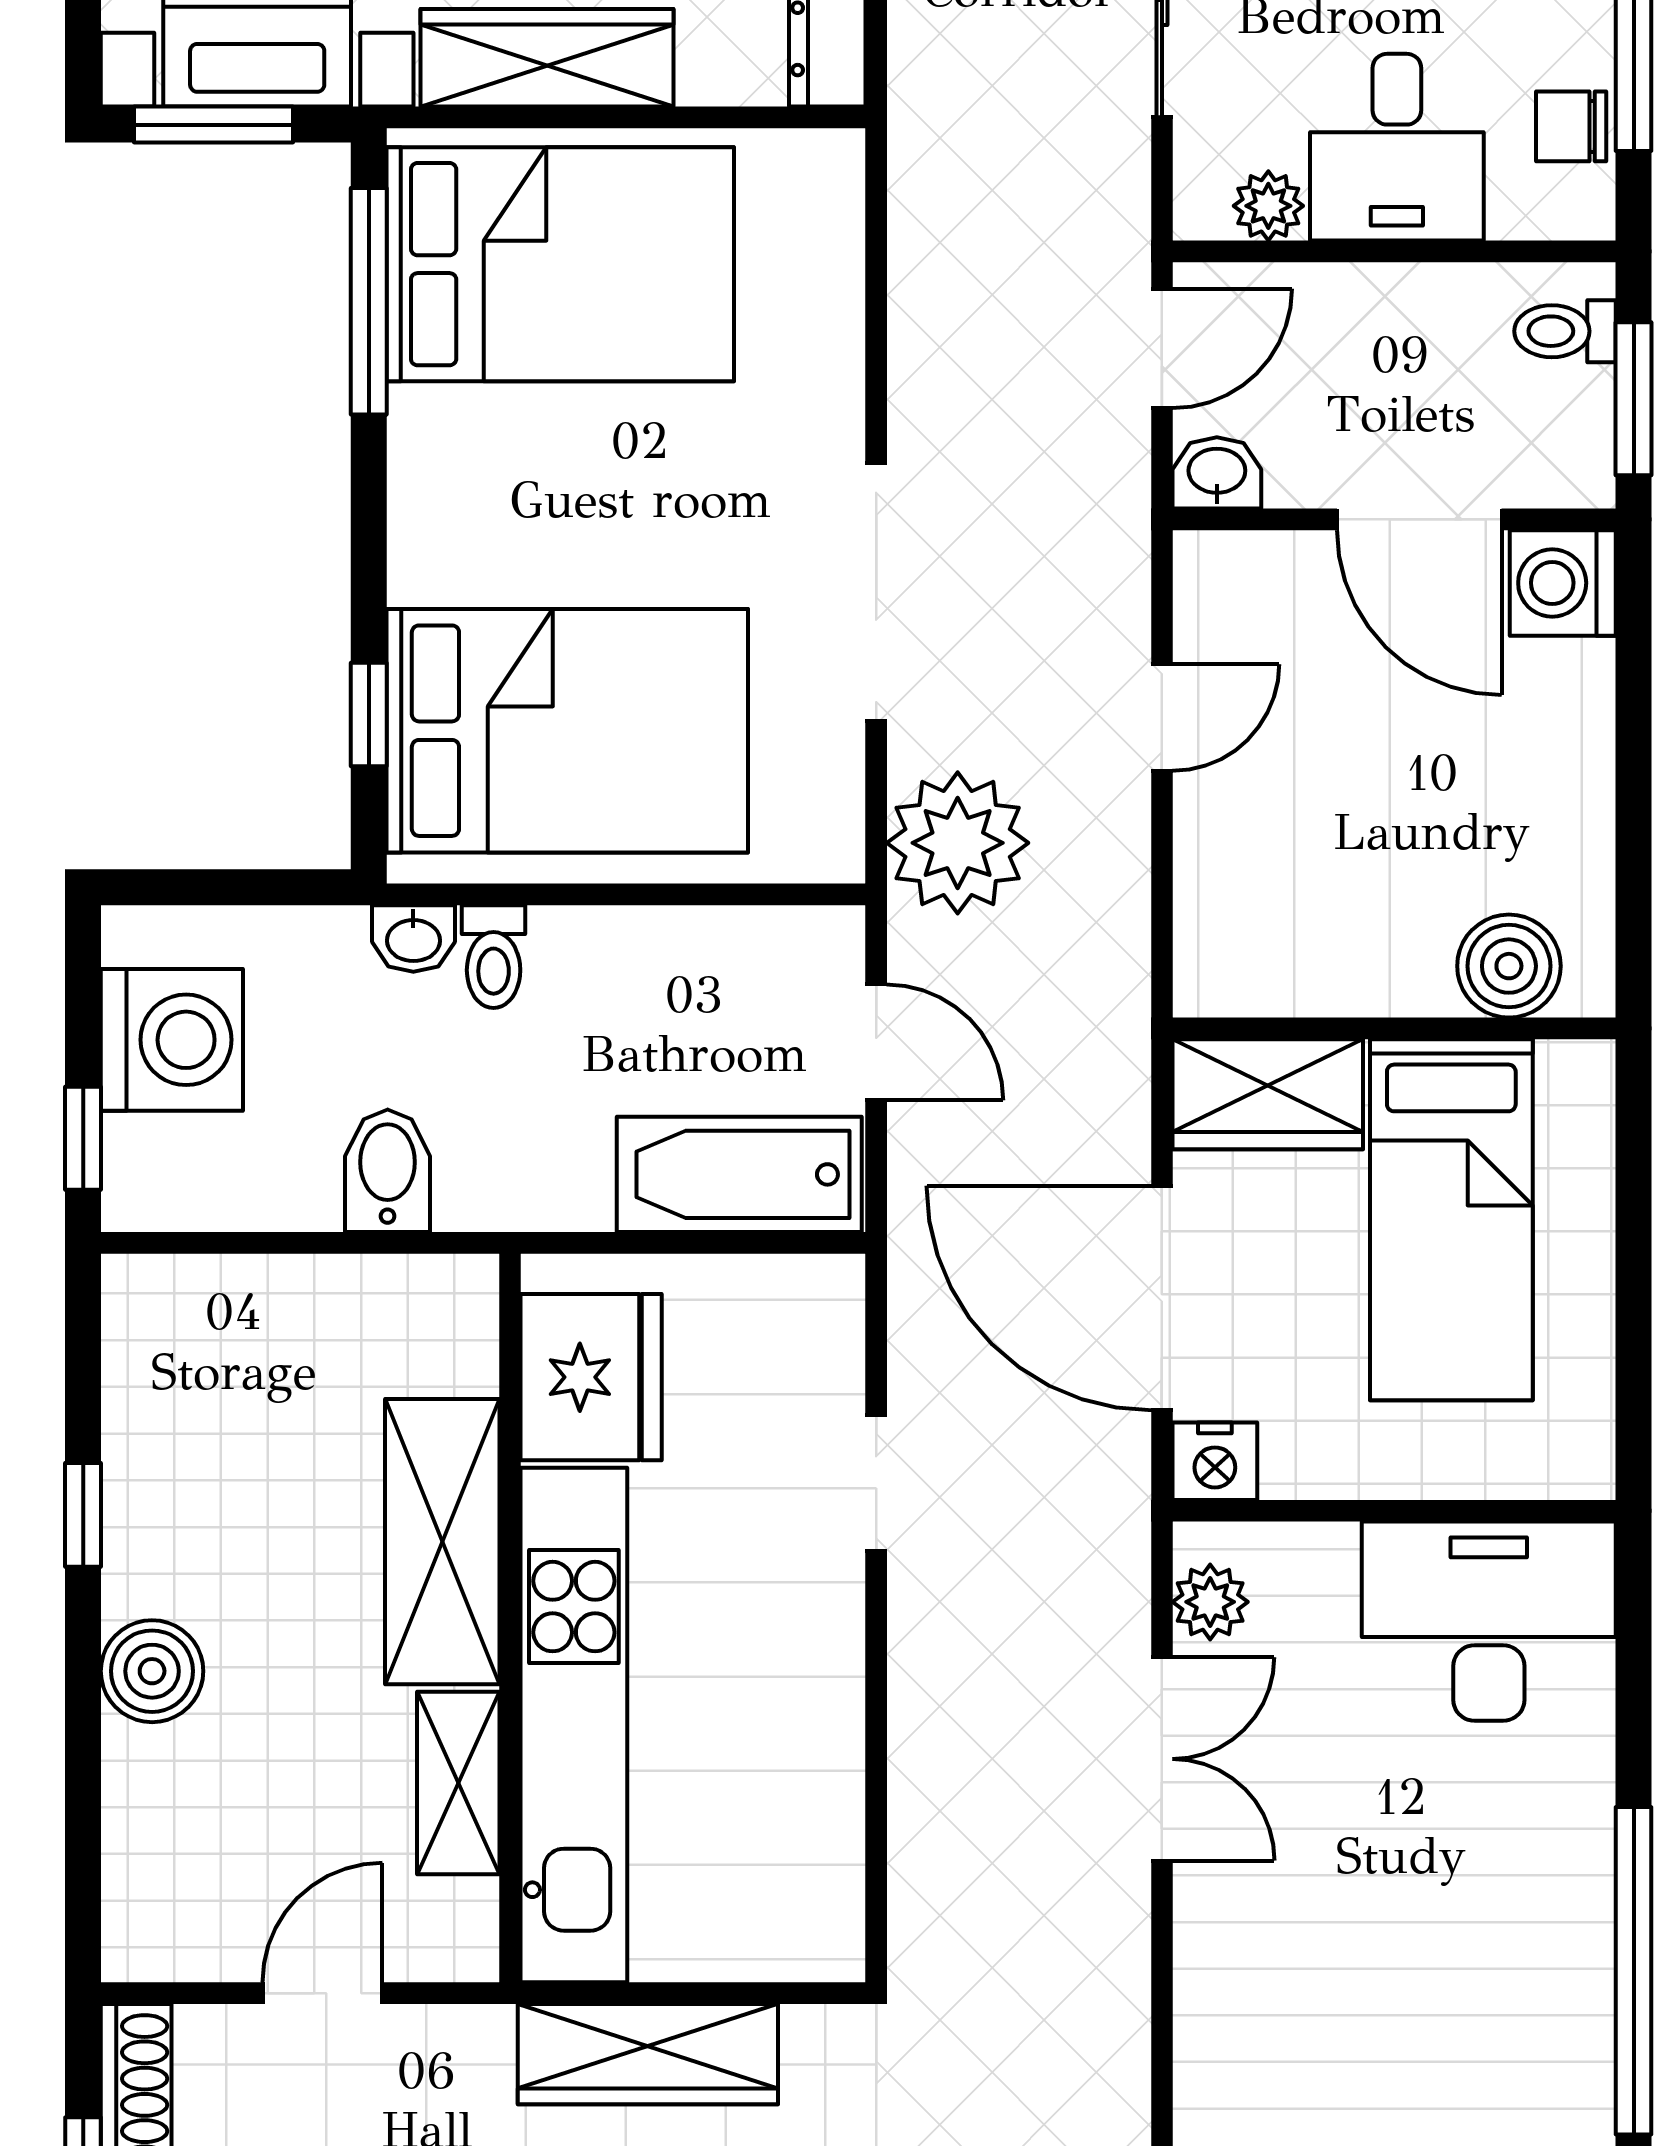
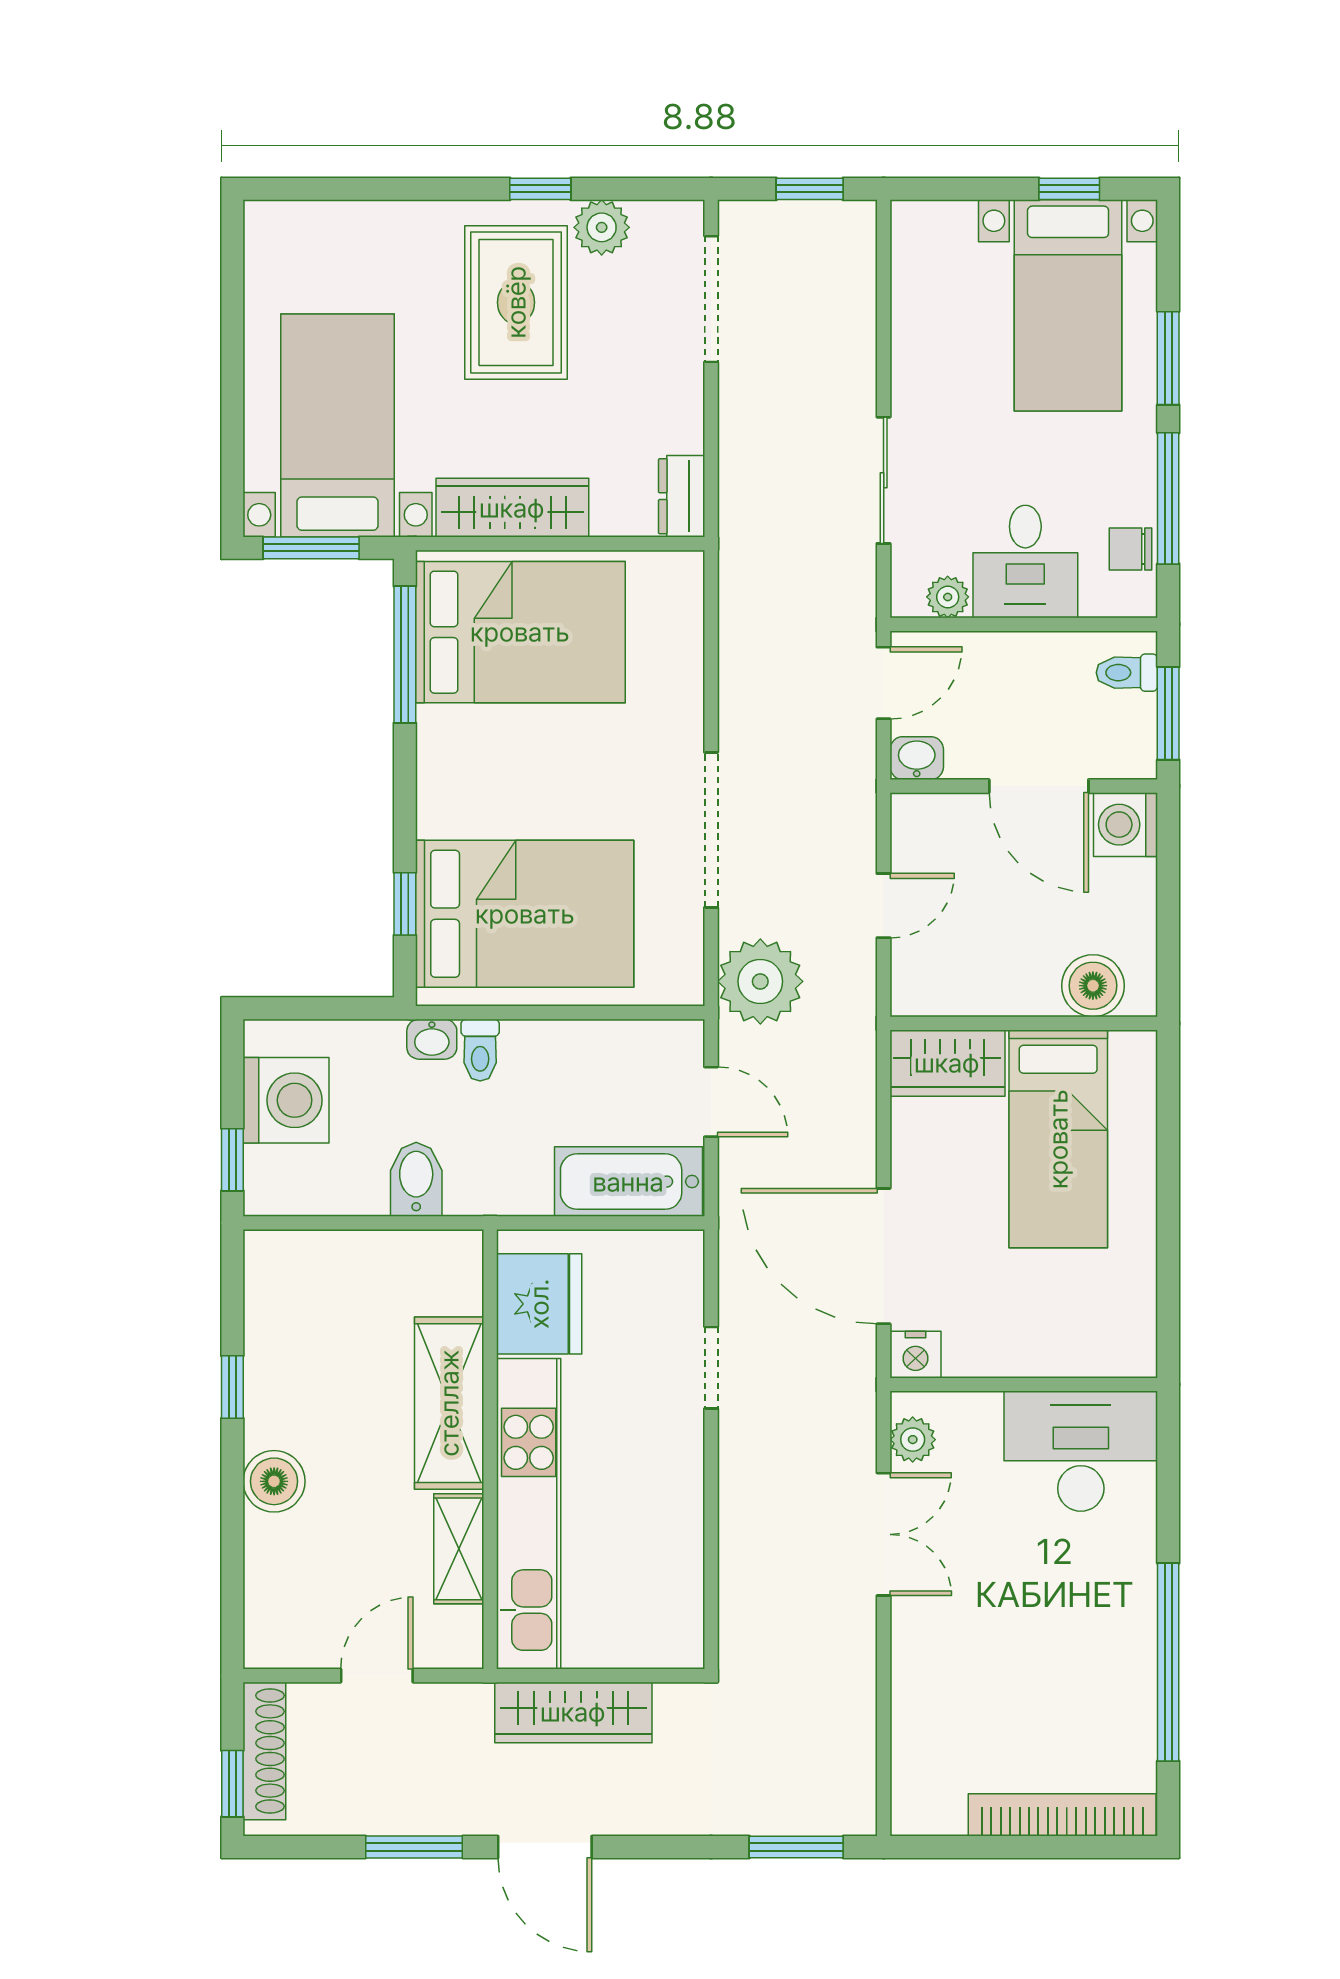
boiler: (1509, 966) -> (1093, 986), moved
wall: (1394, 1028) -> (1024, 1023), moved
wardrobe: (1268, 1094) -> (947, 1063), moved
bed: (1451, 1220) -> (1058, 1139), moved

